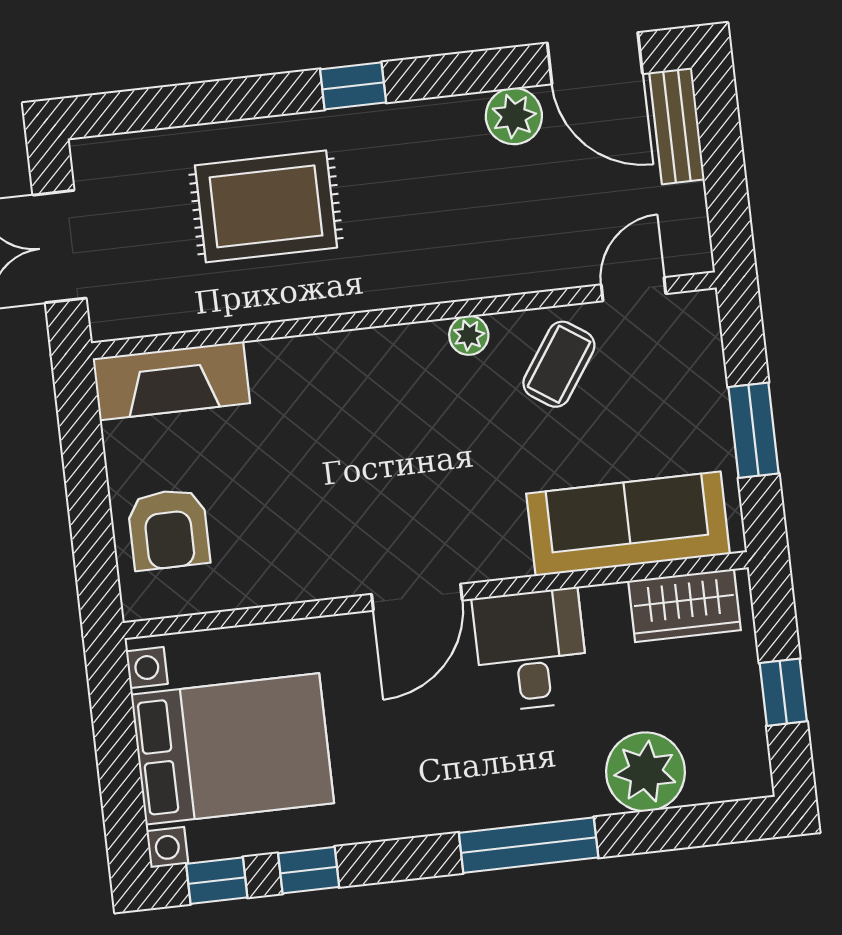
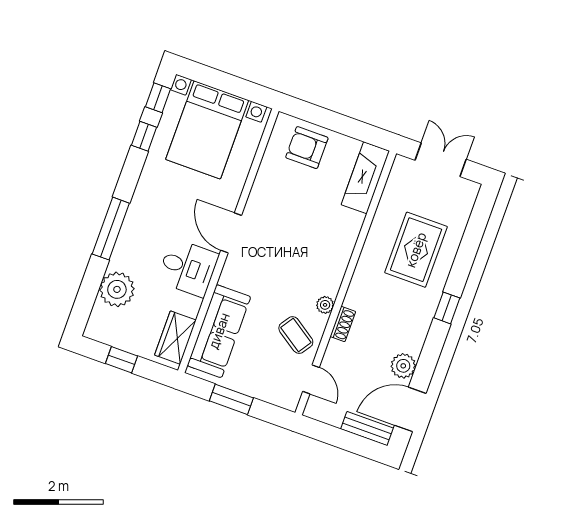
shoe rack: (490, 280) -> (343, 324), added

